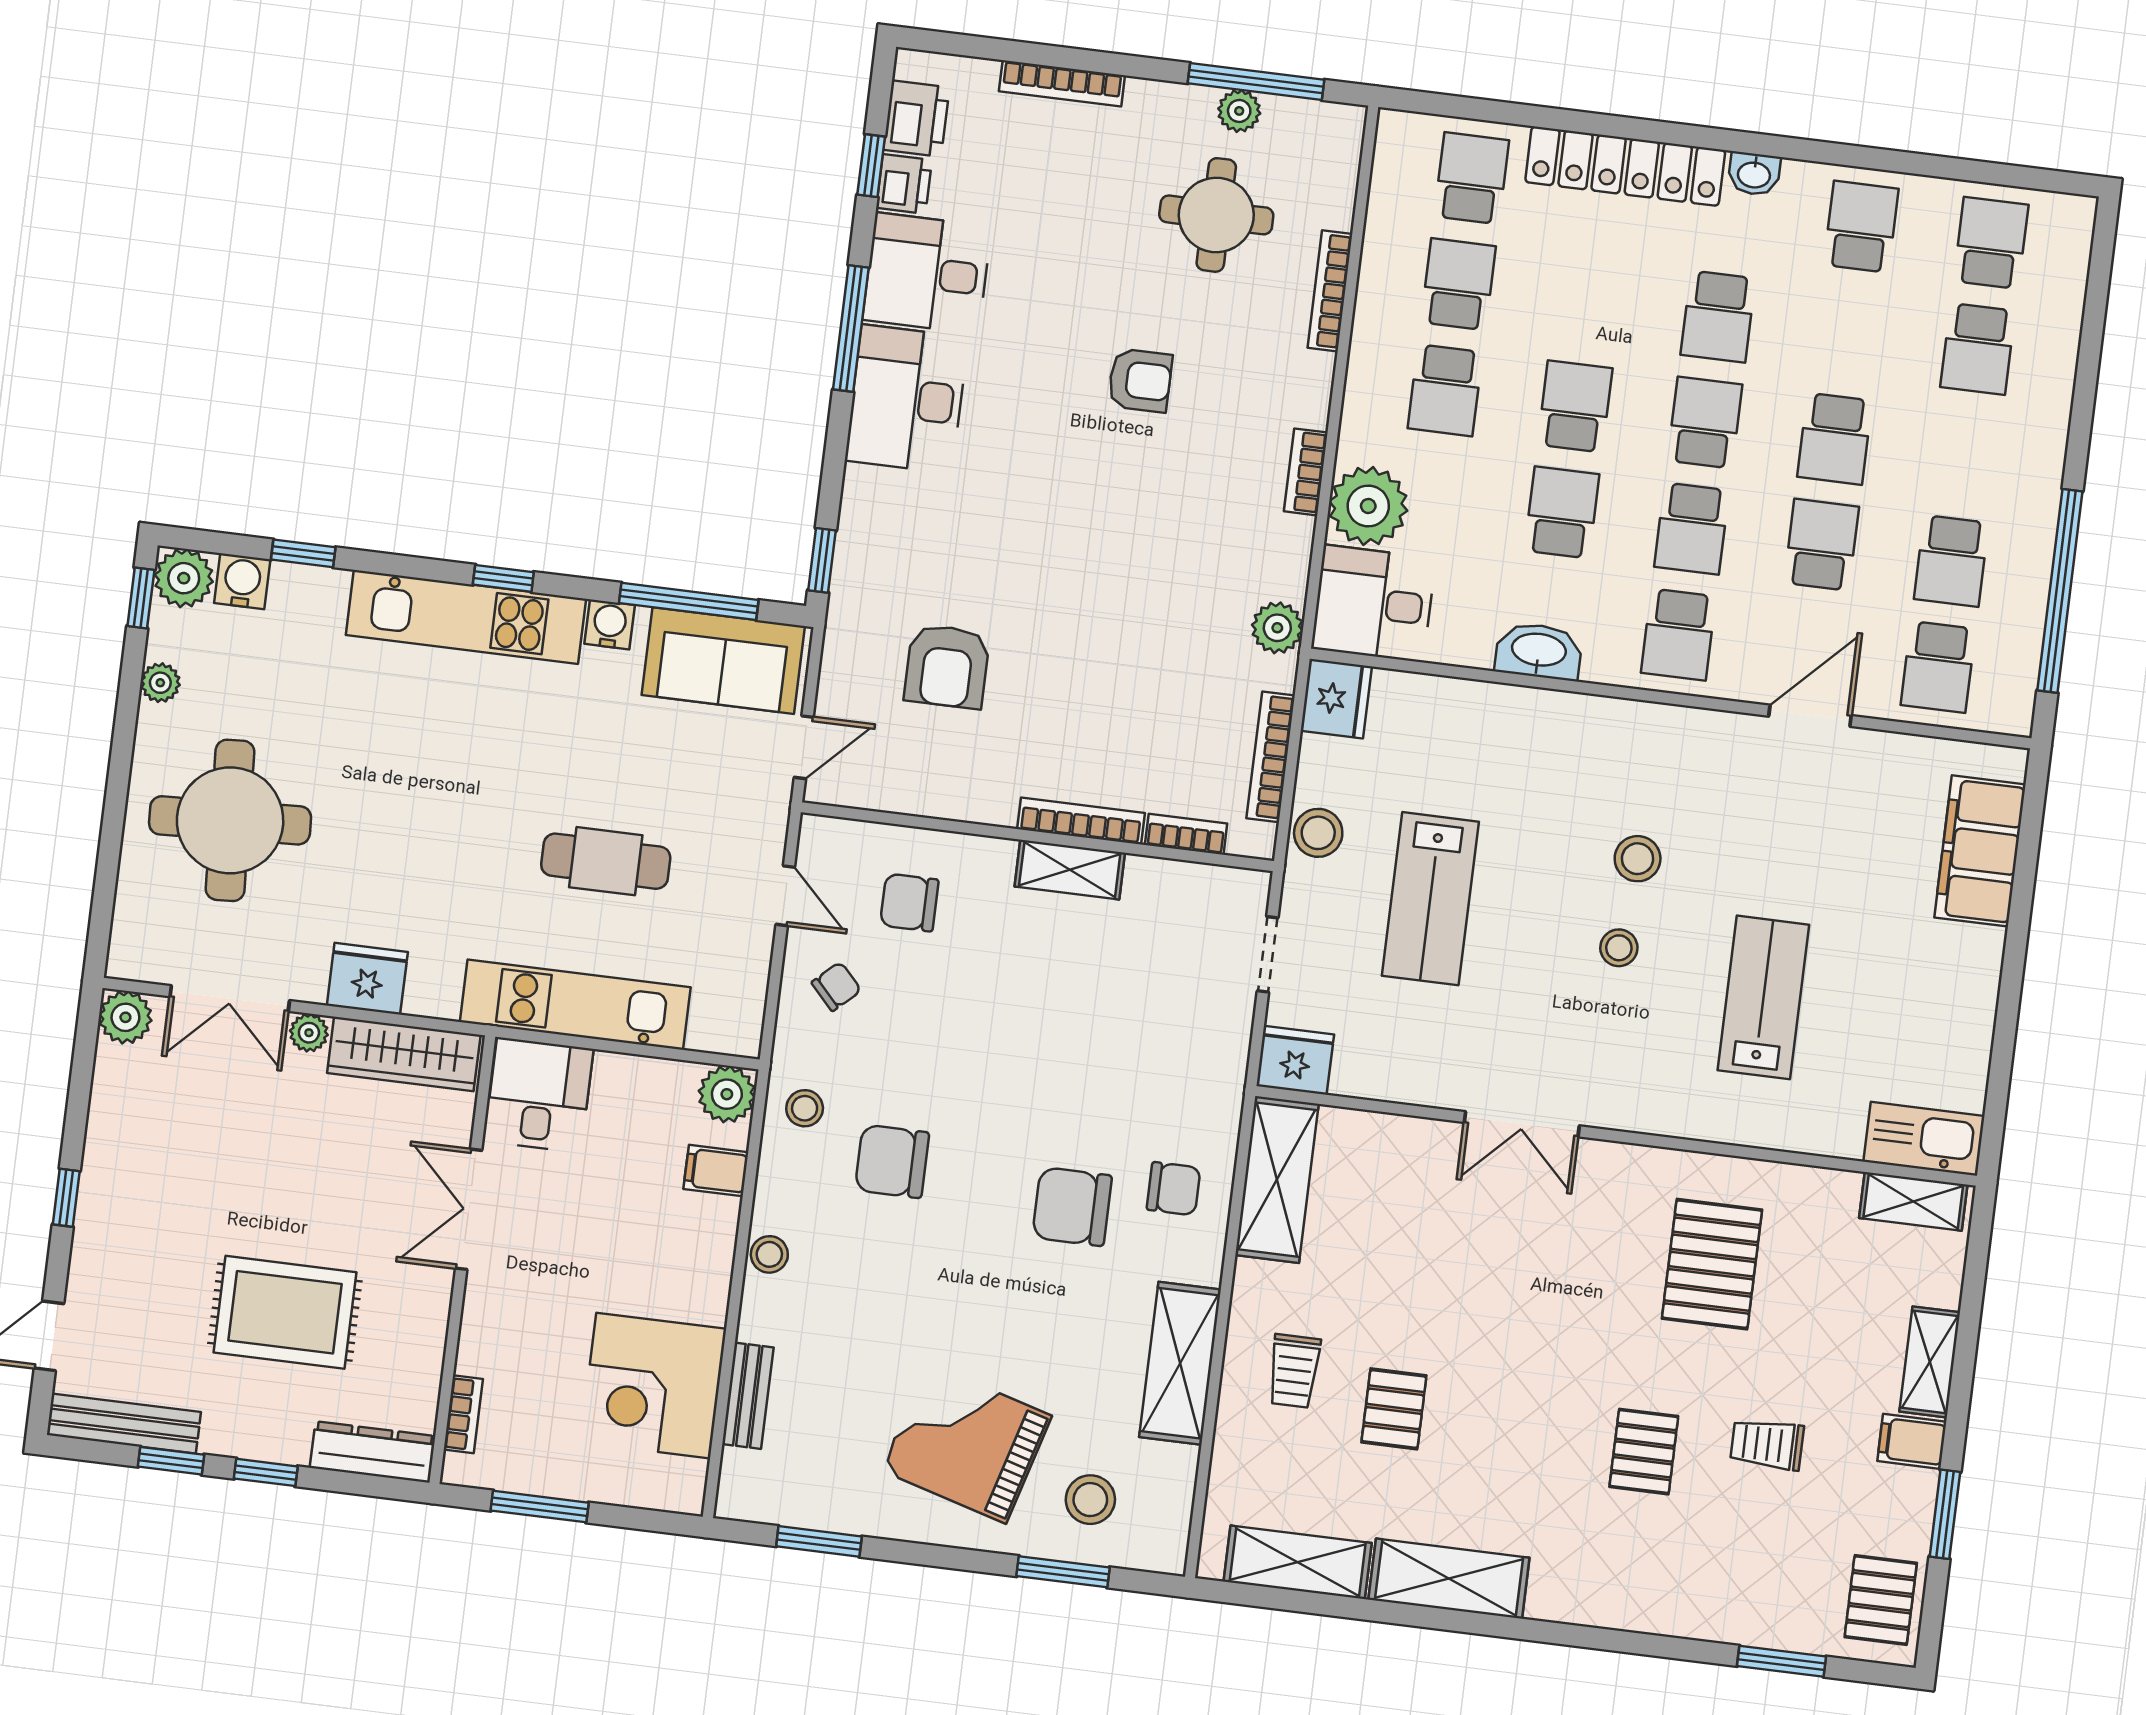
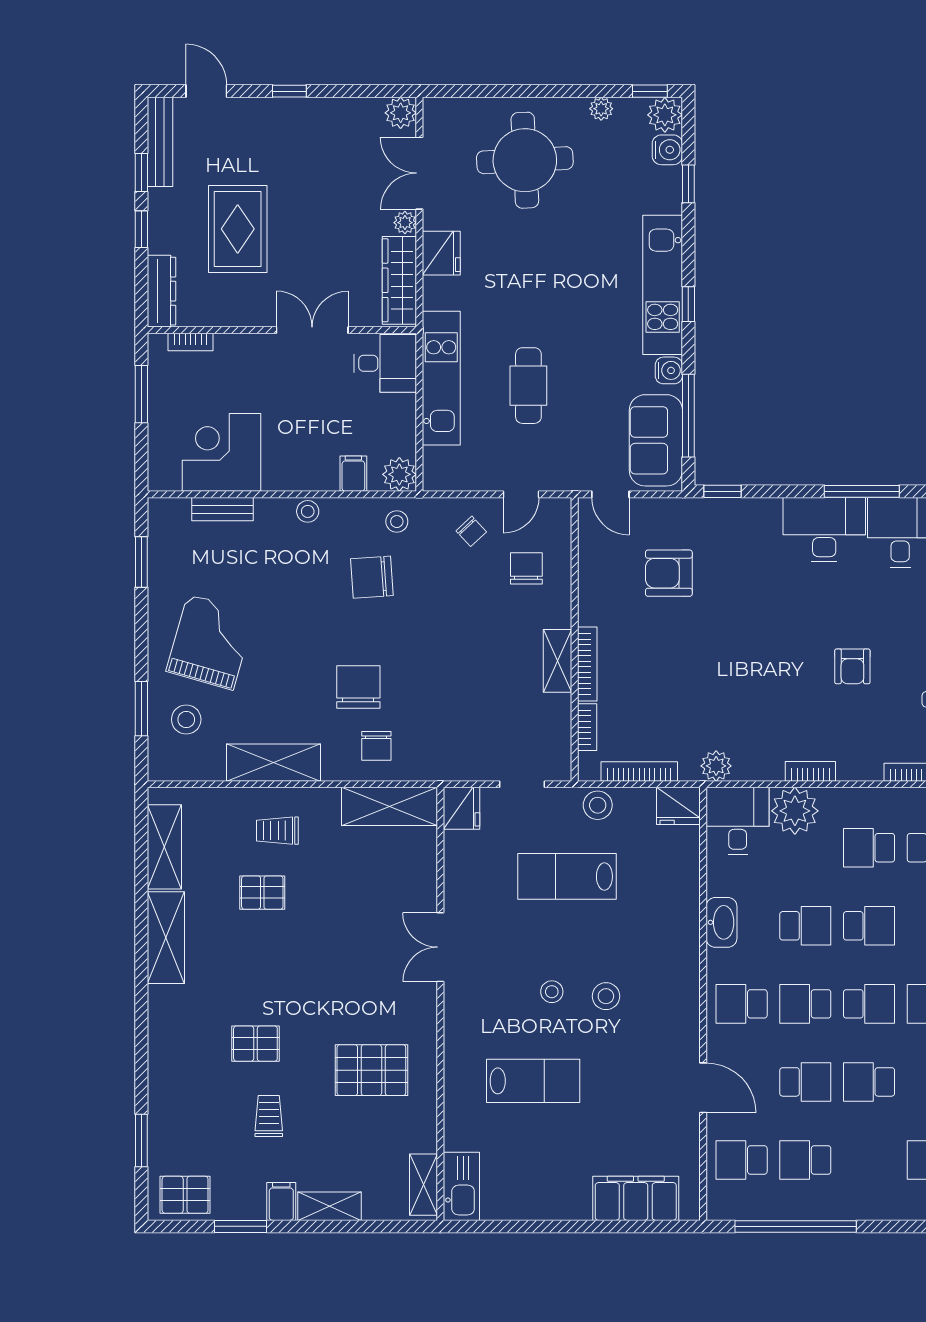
chair: (892, 1161) -> (372, 577), turned -94

